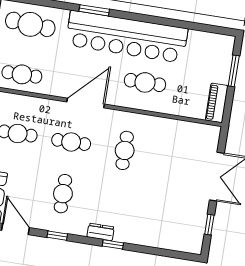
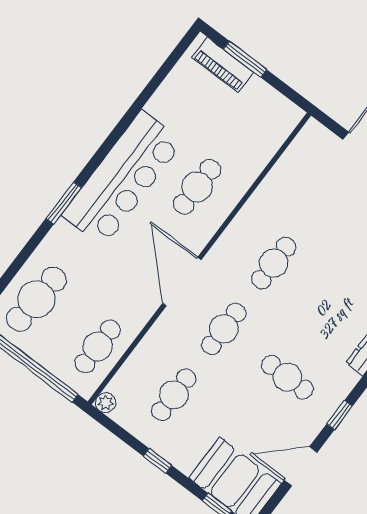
bar counter: (127, 37) -> (123, 179), width x0.73
piano: (217, 103) -> (223, 65), moved
cafe table: (125, 150) -> (274, 263), turned 90

